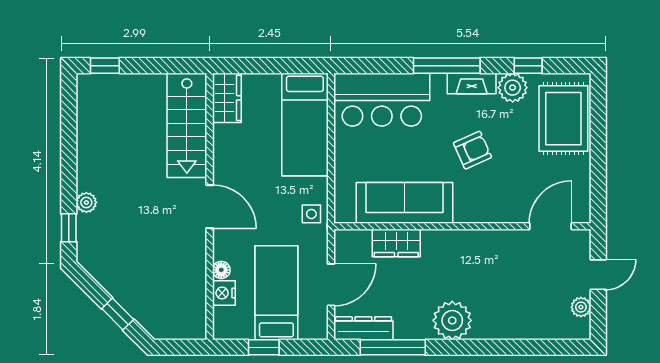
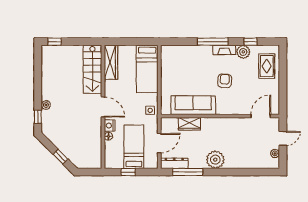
wardrobe: (227, 98) -> (111, 62), width x1.50
bar counter: (382, 100) -> (183, 57), removed
rug: (563, 119) -> (267, 66), width x0.73, depth x0.70
armchair: (472, 150) -> (225, 81), turned -62
nightstand: (224, 293) -> (110, 126), moved

